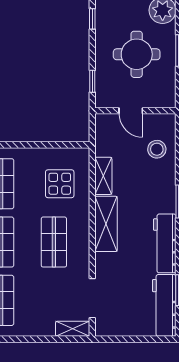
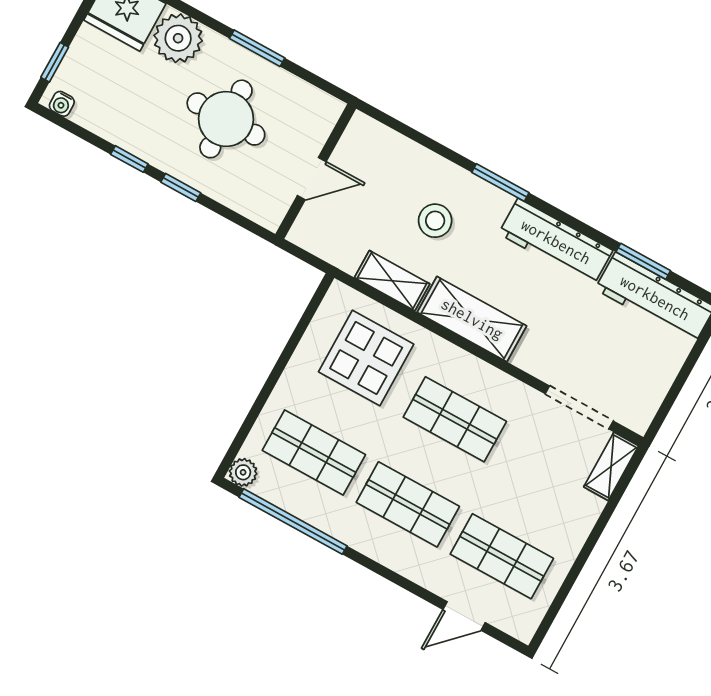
window: (92, 81) -> (181, 187), moved
stool: (157, 149) -> (435, 221), moved
display table: (60, 184) -> (366, 358), width x1.36, depth x1.36

